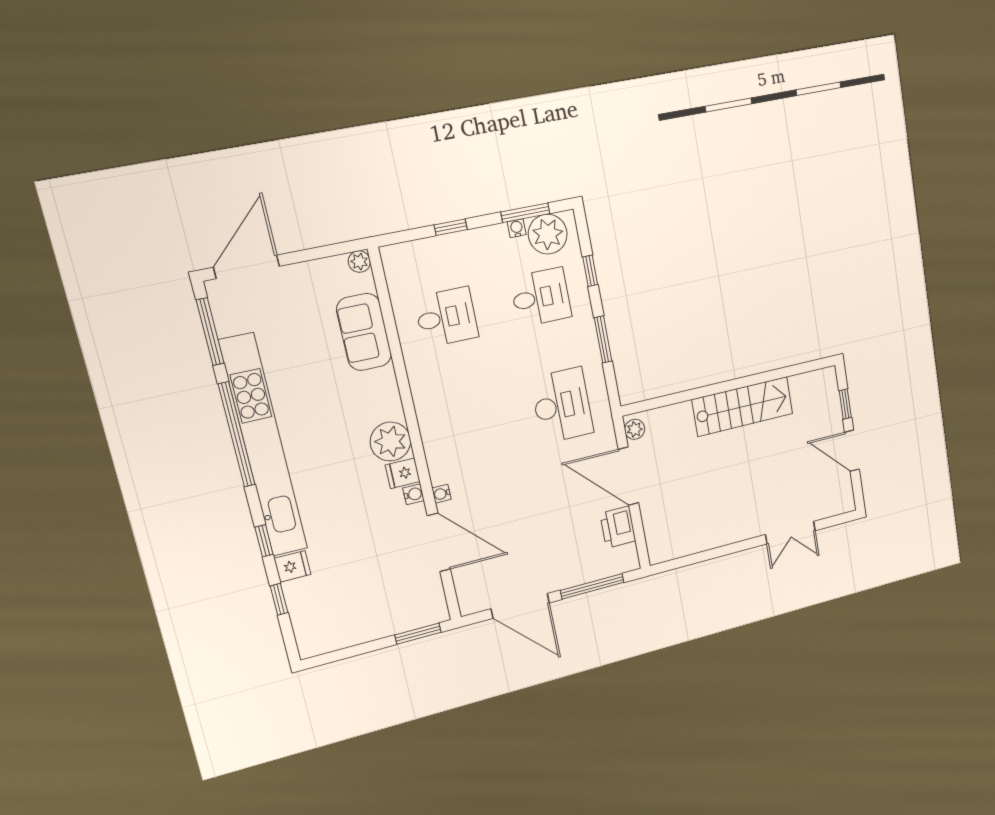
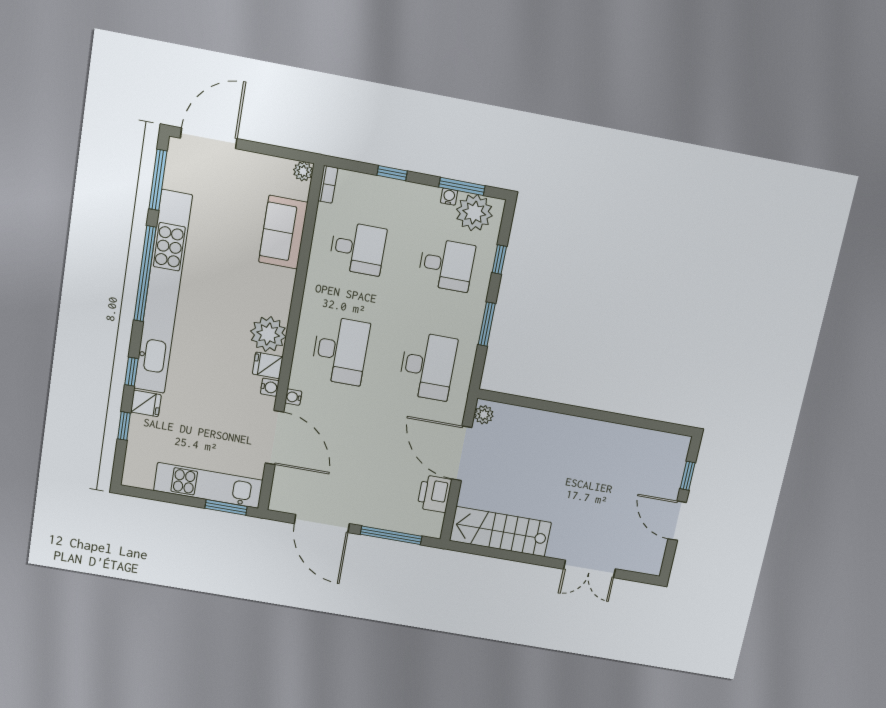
bookcase: (390, 265) -> (328, 184), added
stairs: (743, 407) -> (500, 532), moved, turned 180
desk: (470, 427) -> (340, 351), added
kitchen unit: (391, 620) -> (208, 485), added

